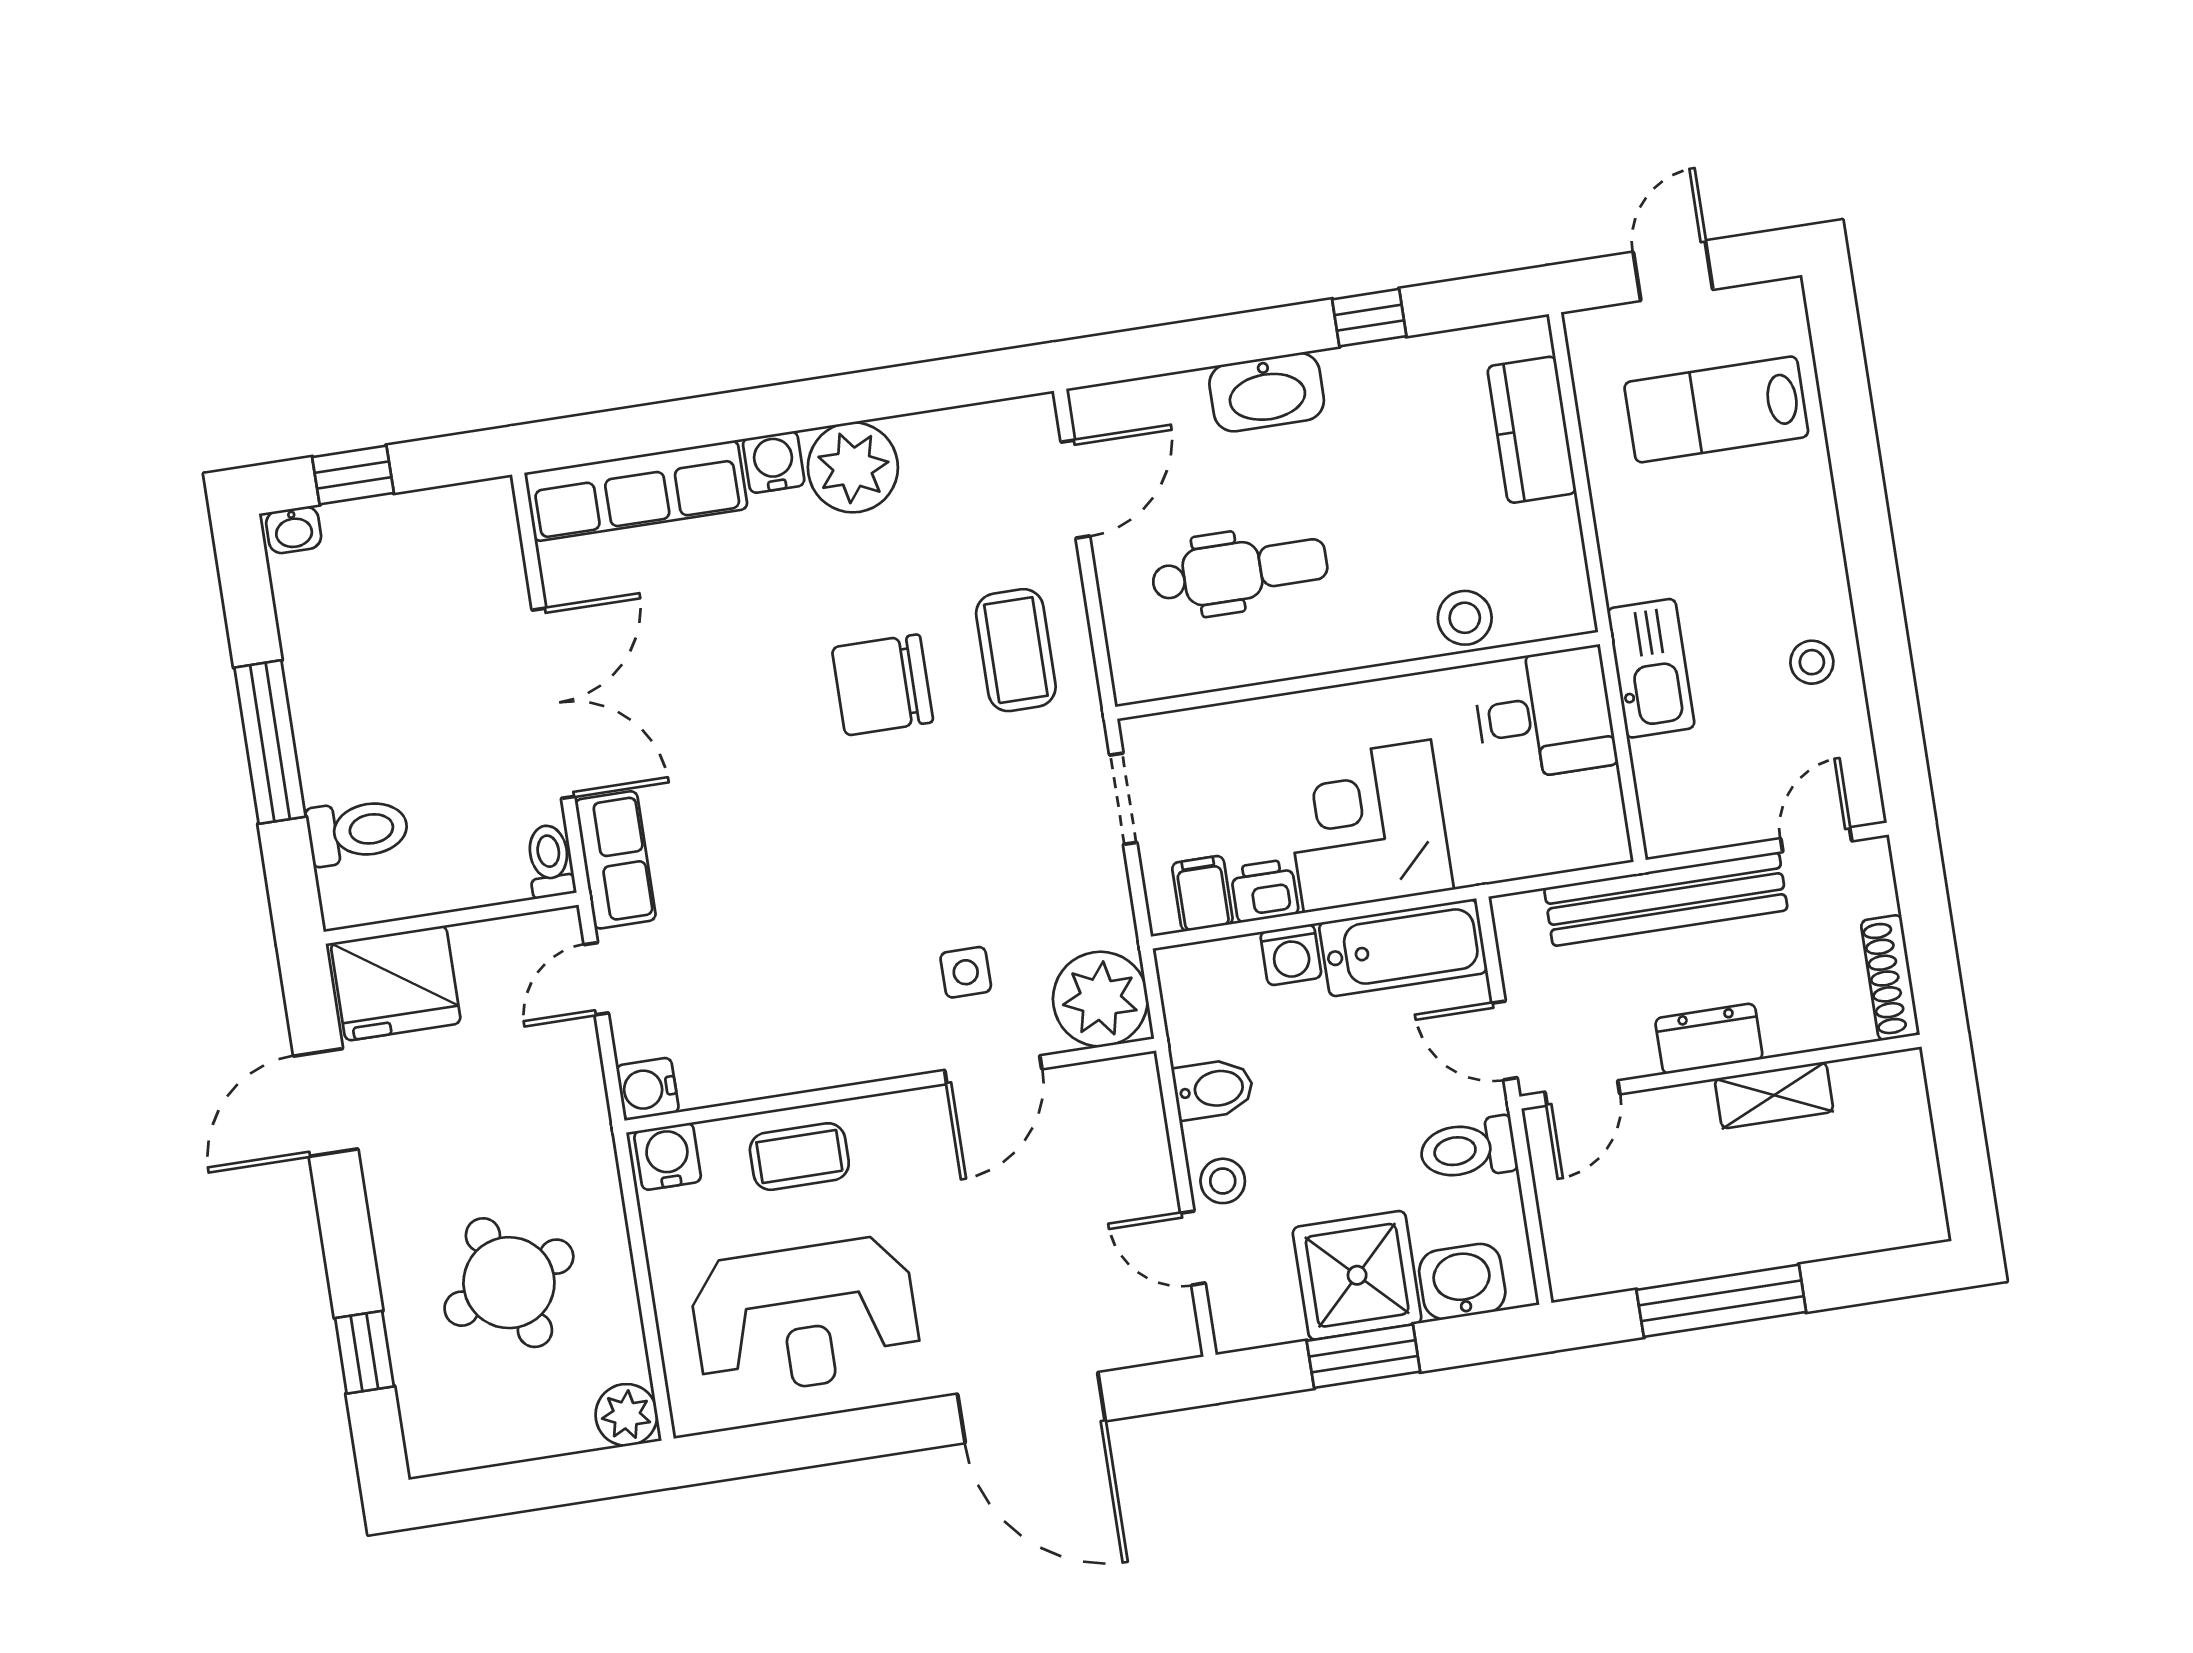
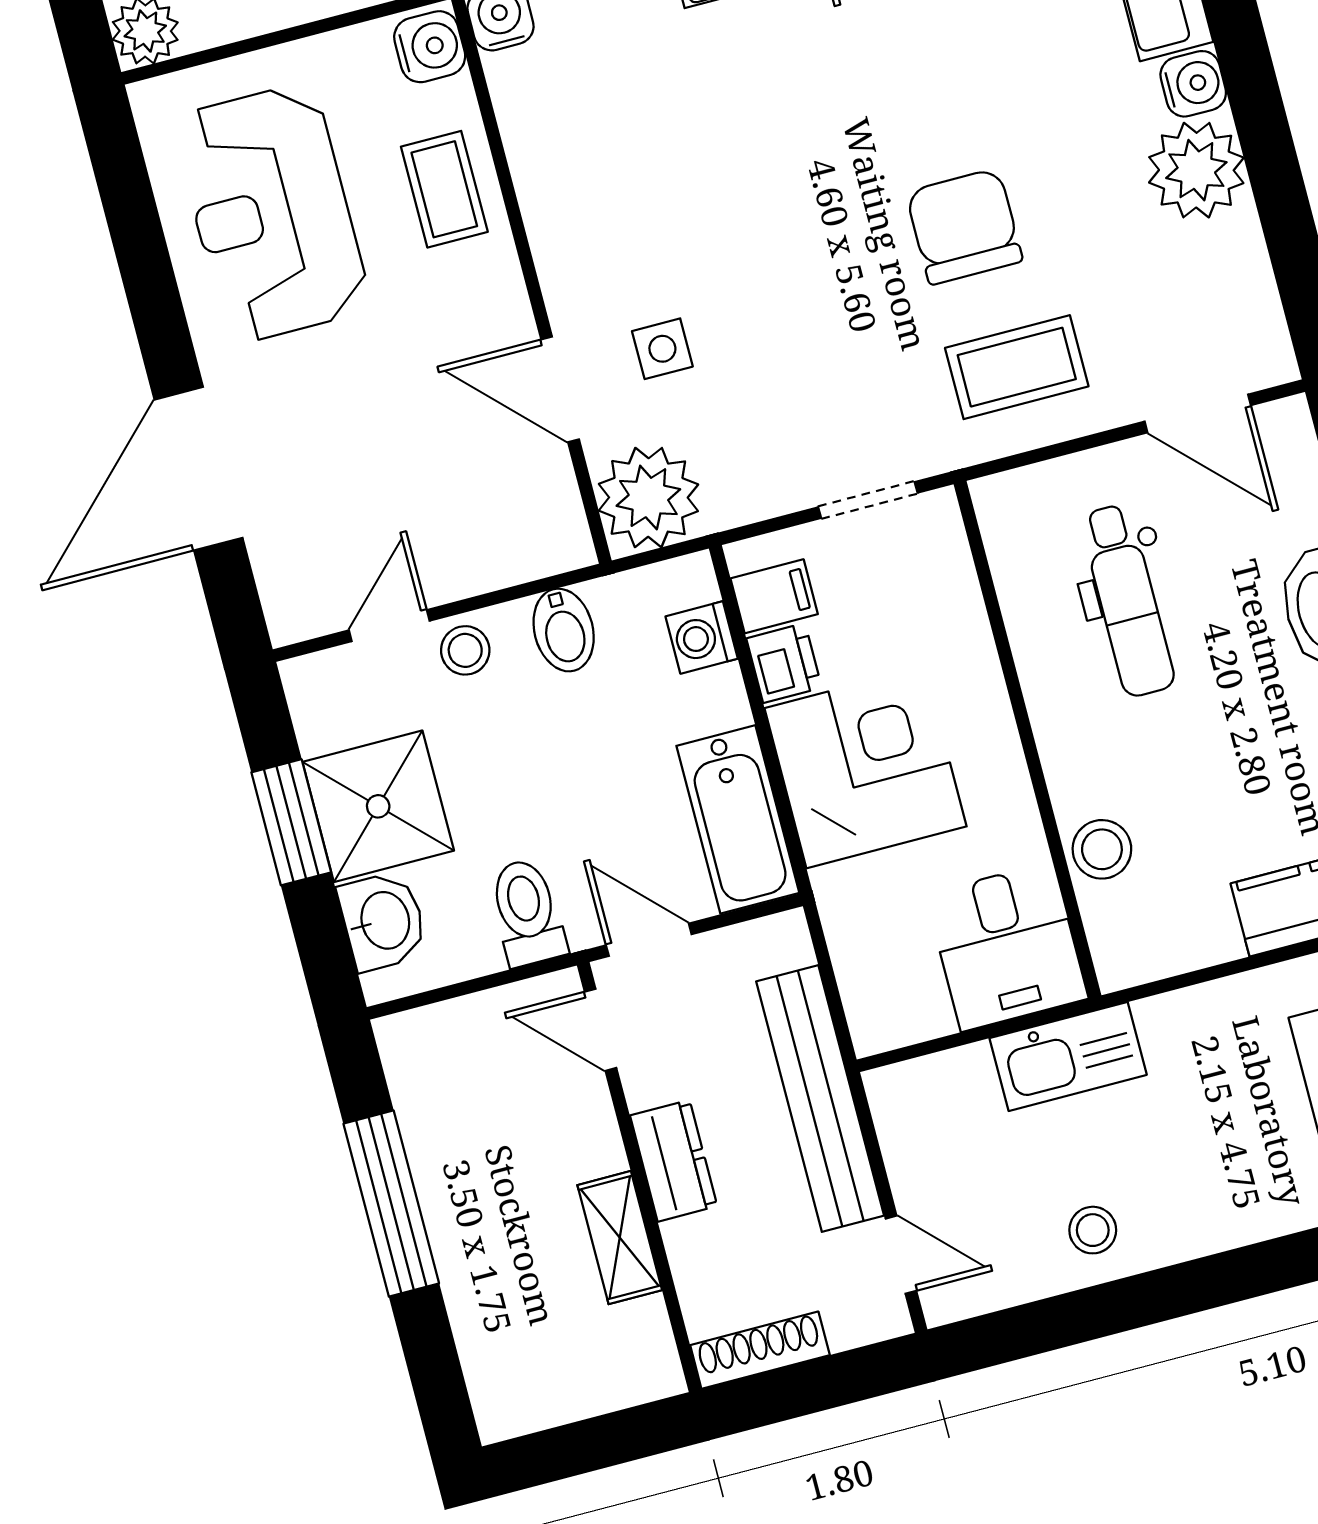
washing machine: (1291, 955) -> (702, 638), moved
door: (1505, 1040) -> (649, 940), hinge flipped

